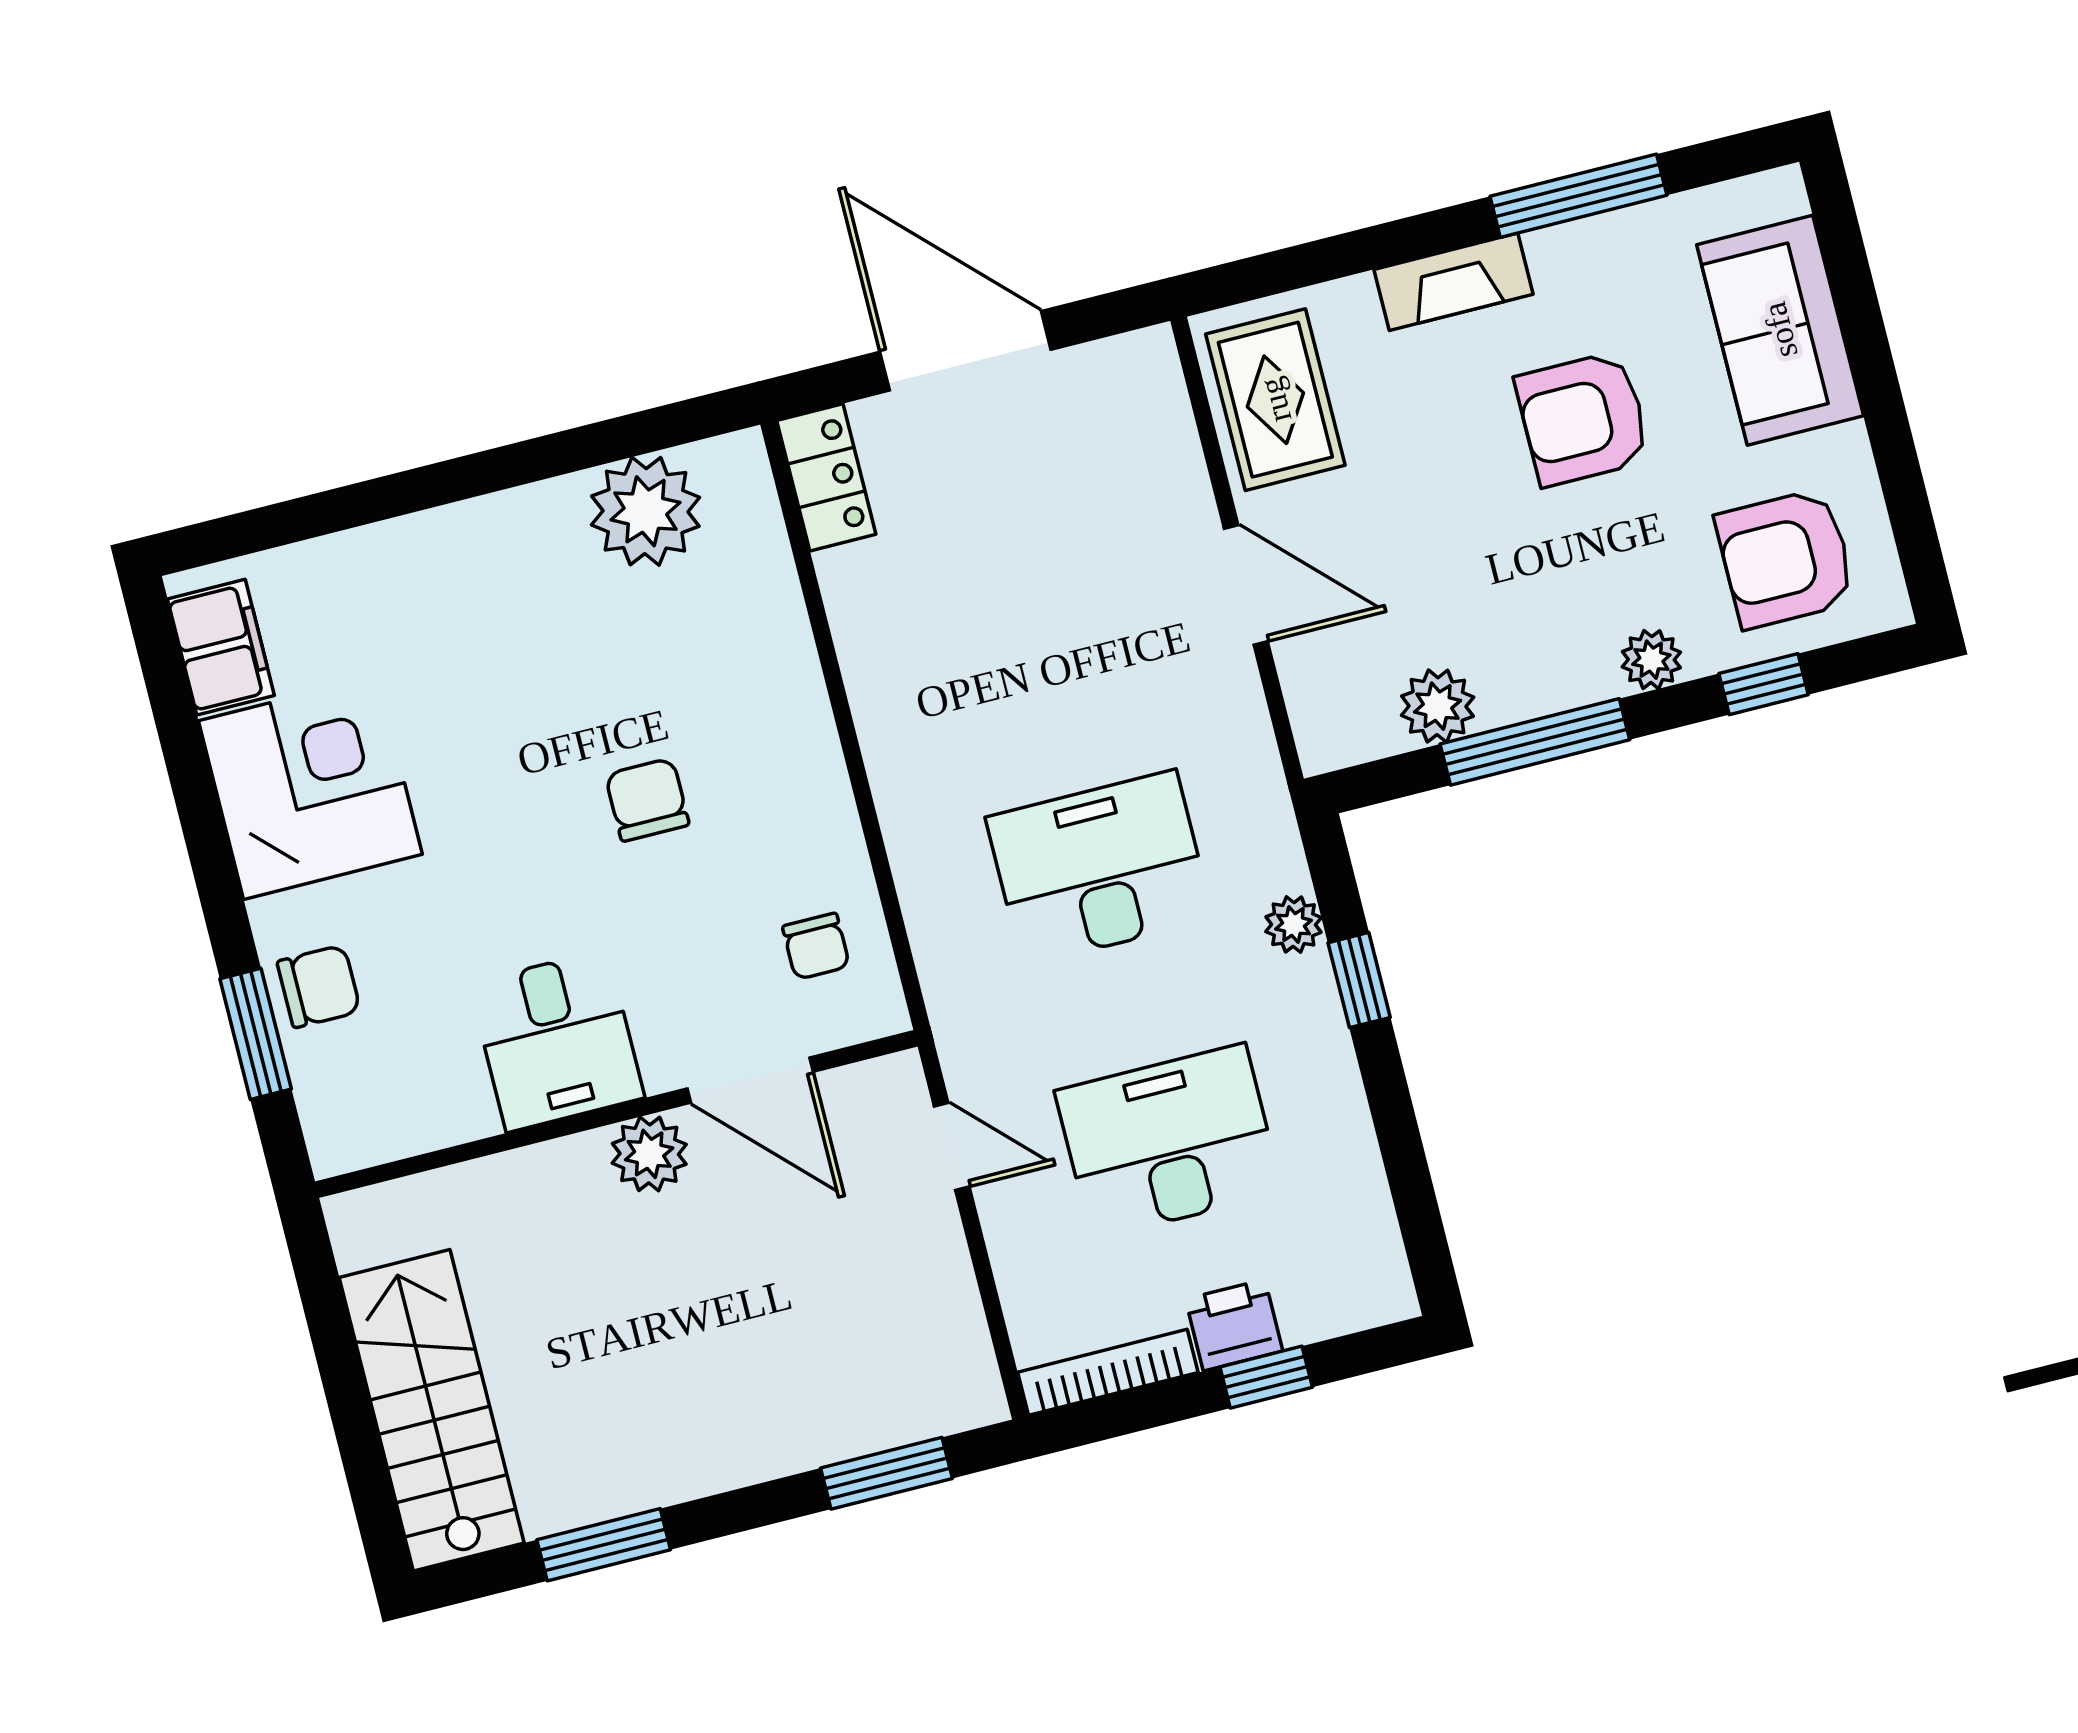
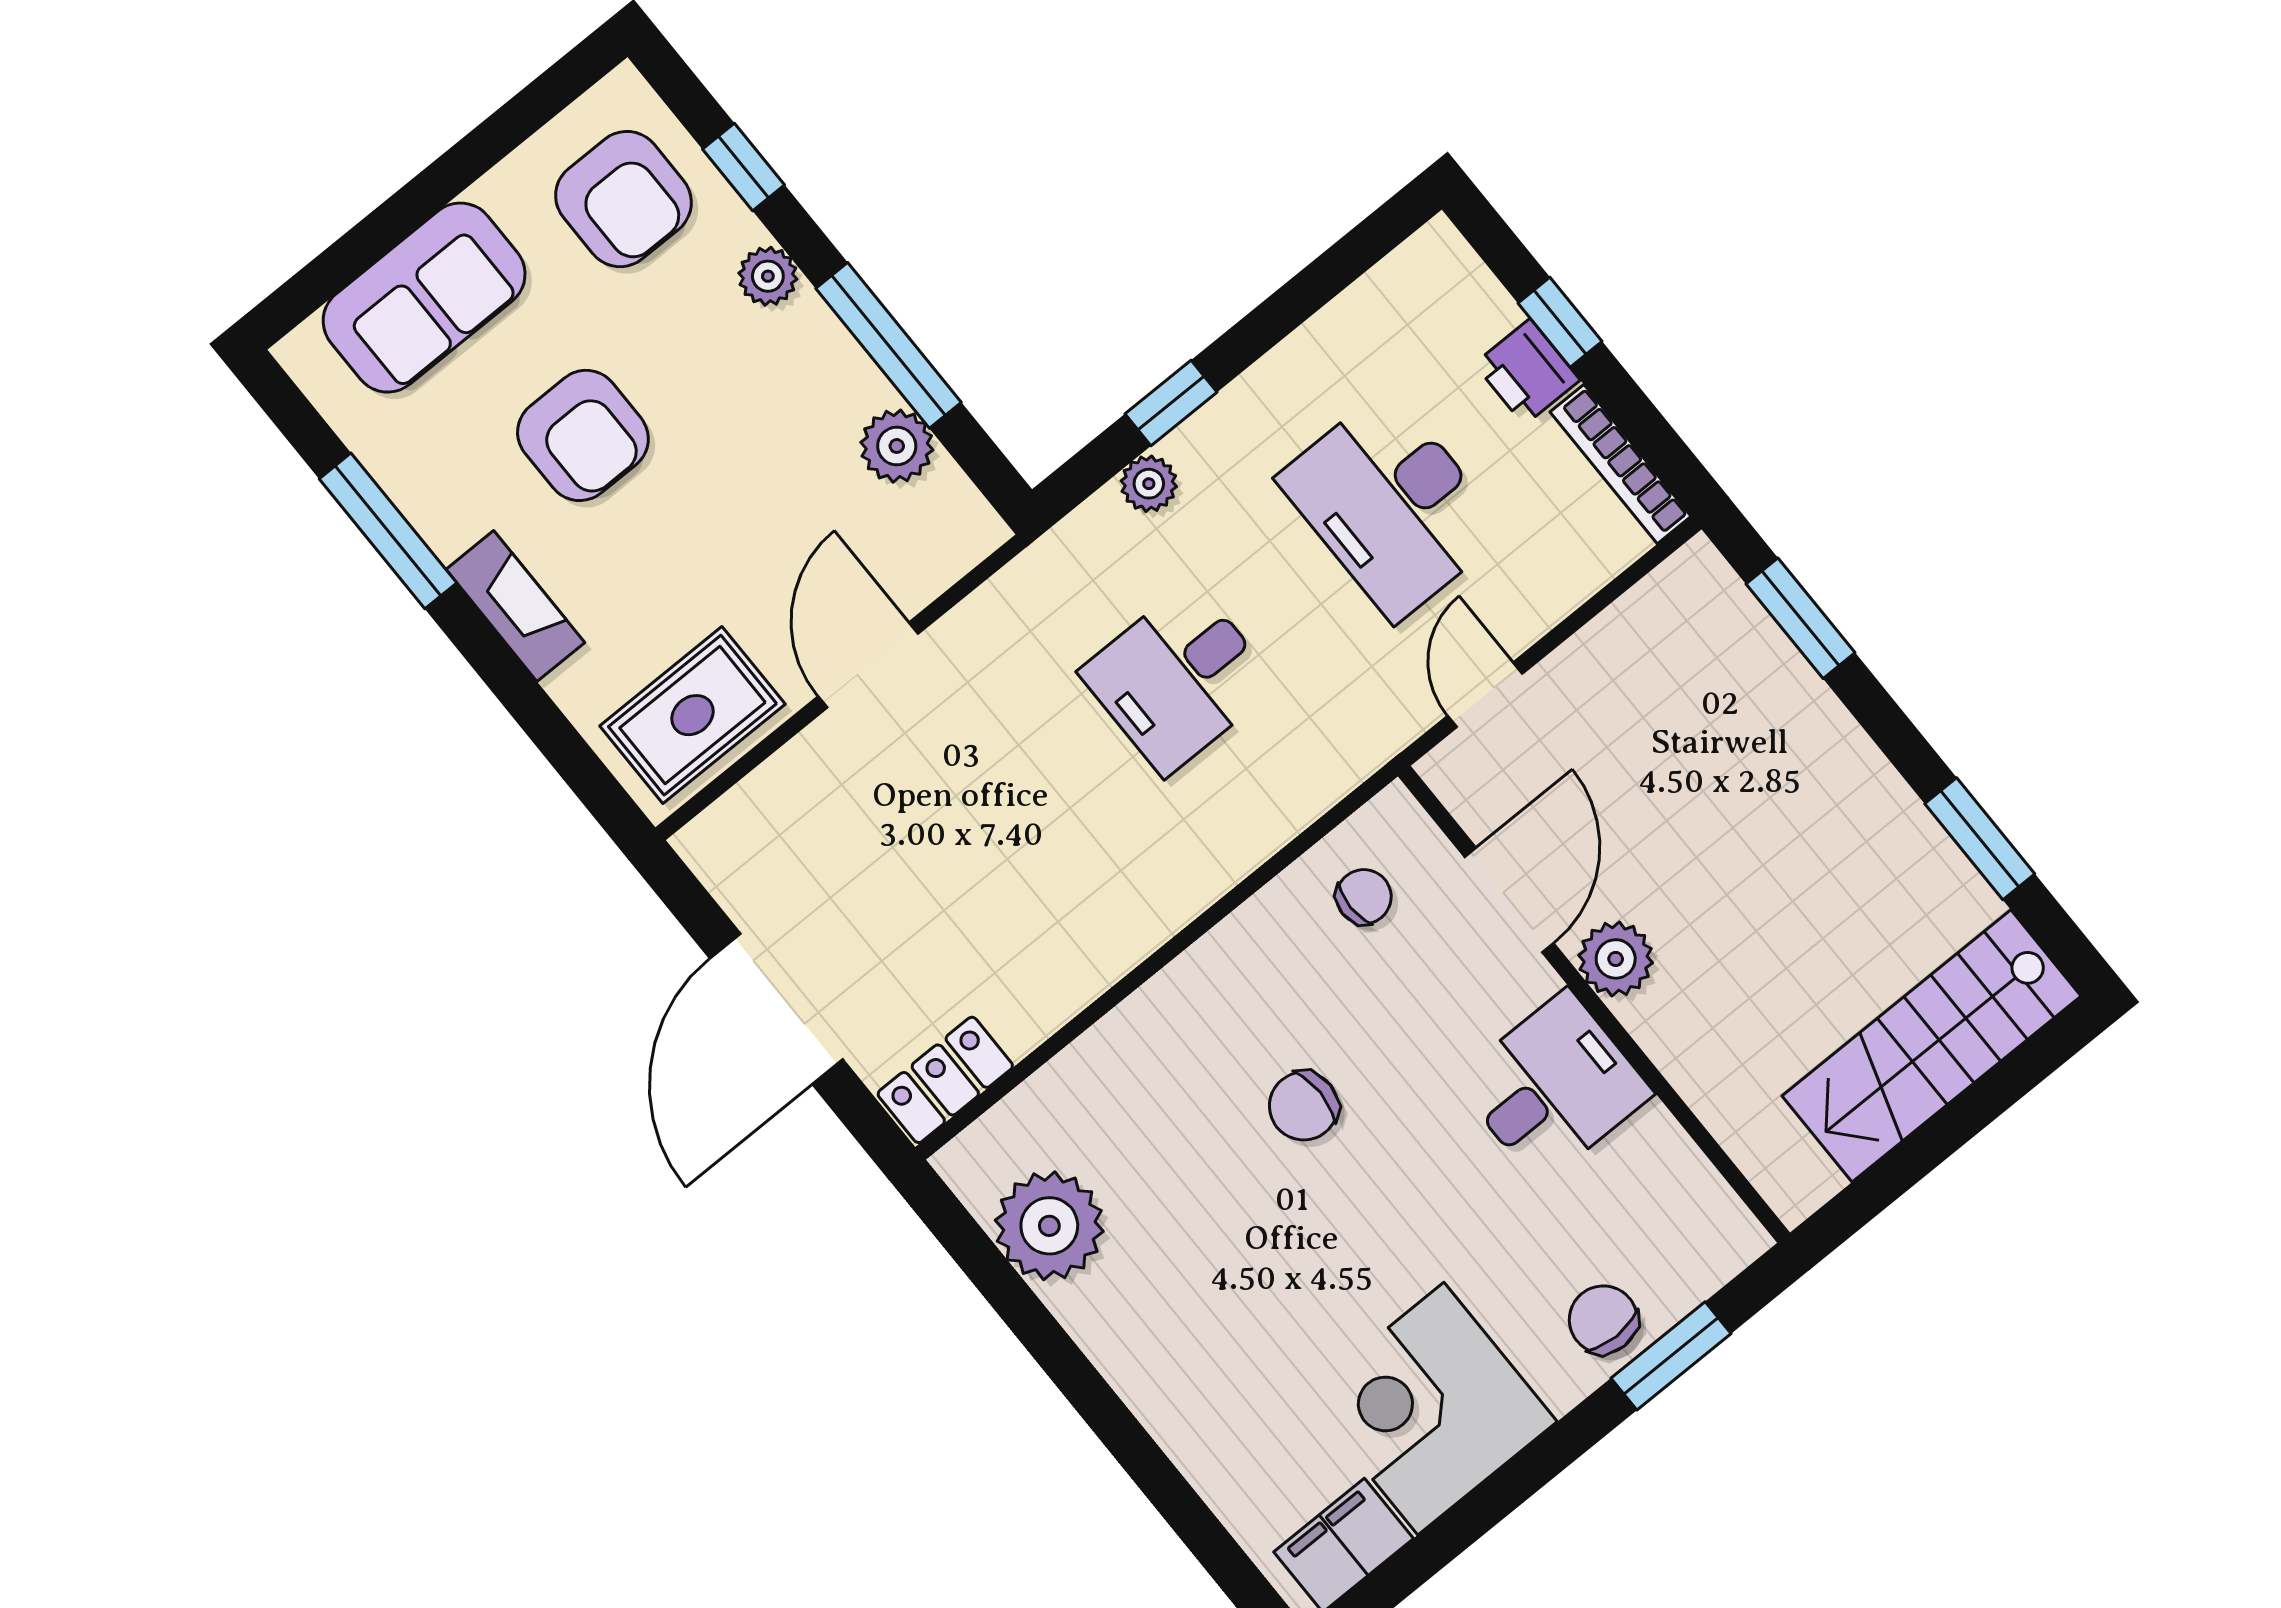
desk: (1099, 868) -> (1178, 678), width x0.73

